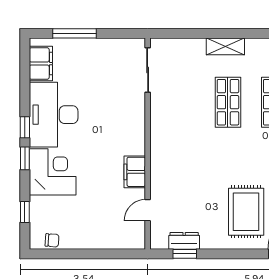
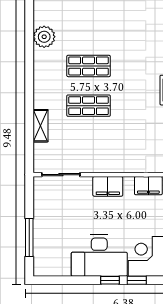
shelving: (225, 46) -> (41, 126), moved
filing cabinet: (41, 64) -> (108, 186), moved, turned 180

